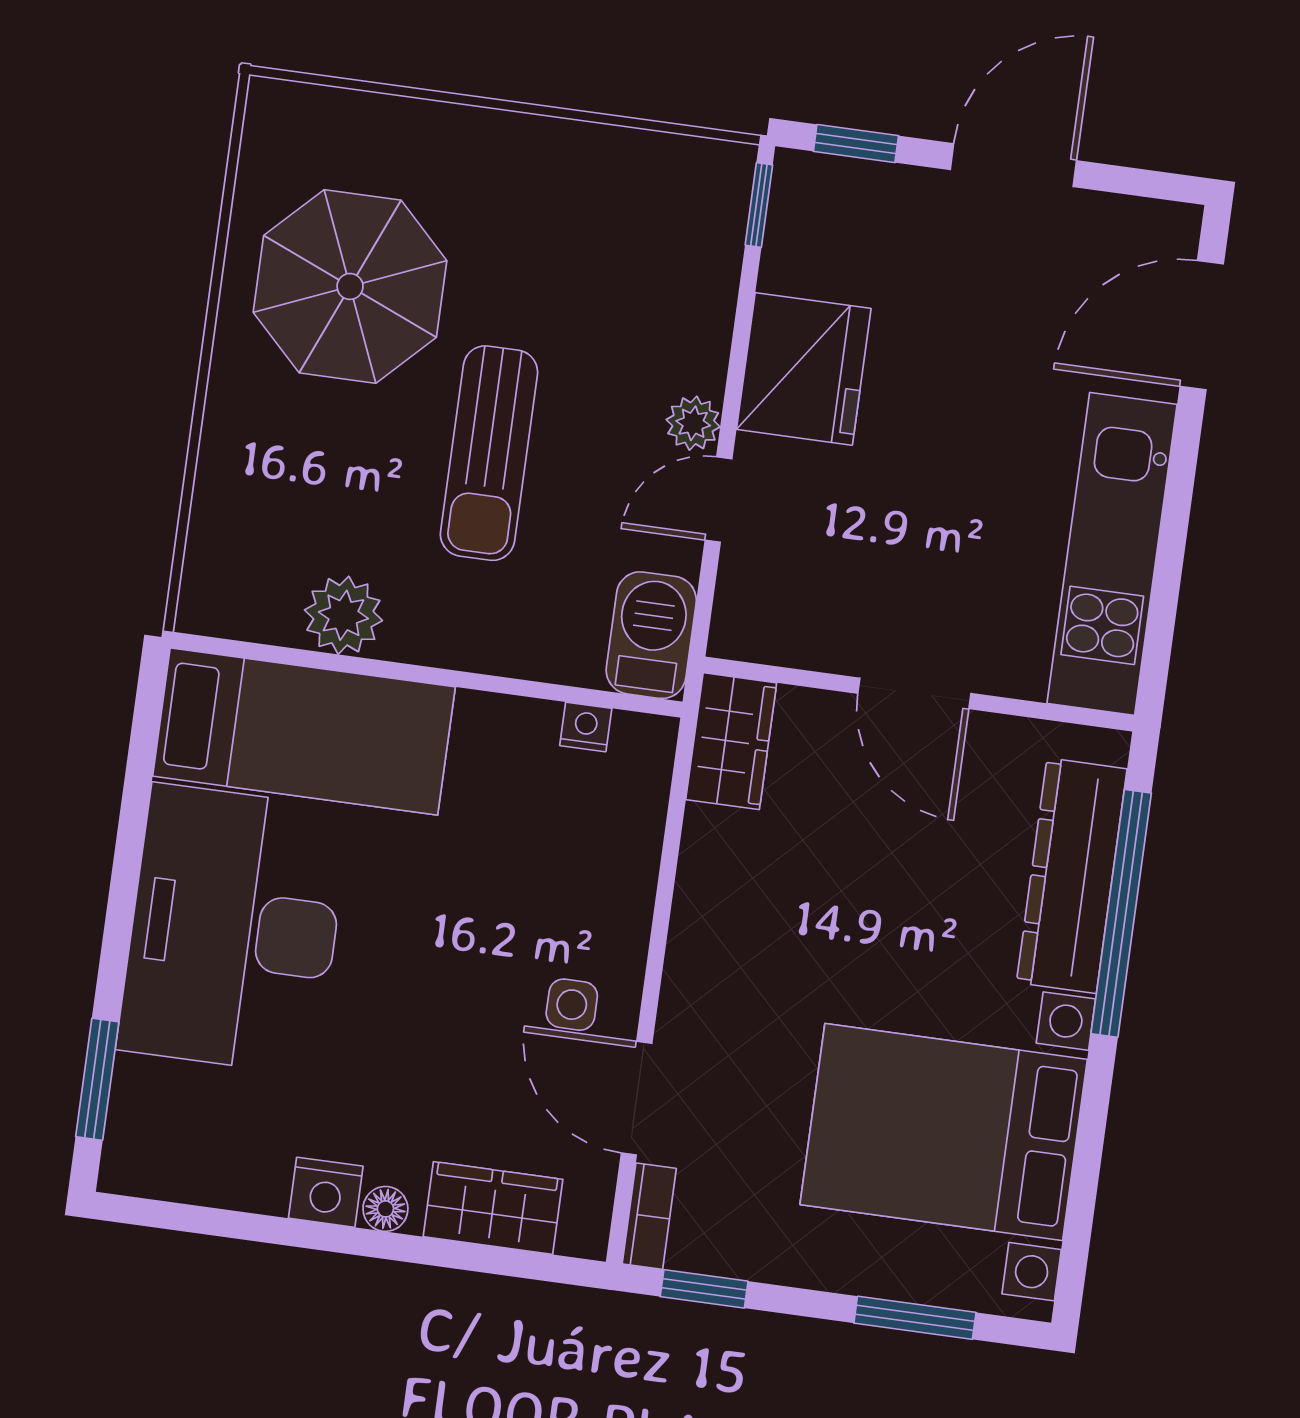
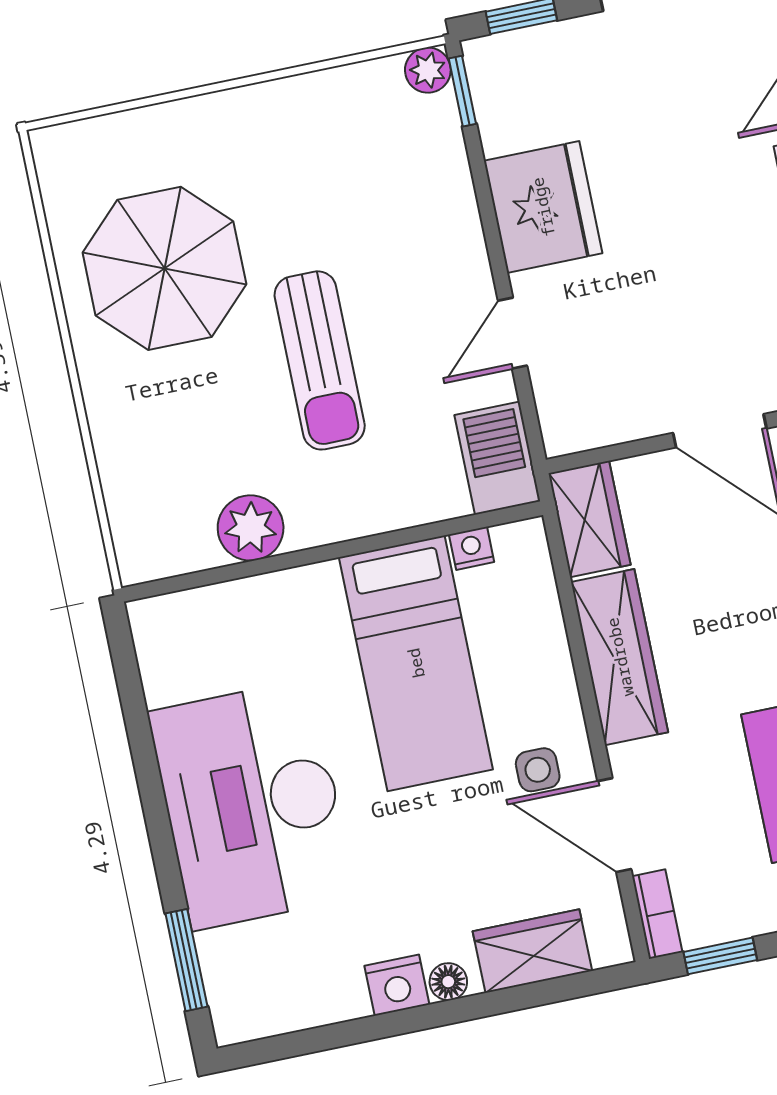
plant: (693, 423) -> (428, 70), moved
bed: (304, 732) -> (416, 663), moved, turned 90
wardrobe: (710, 910) -> (620, 657), added

